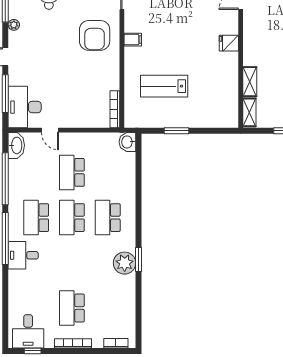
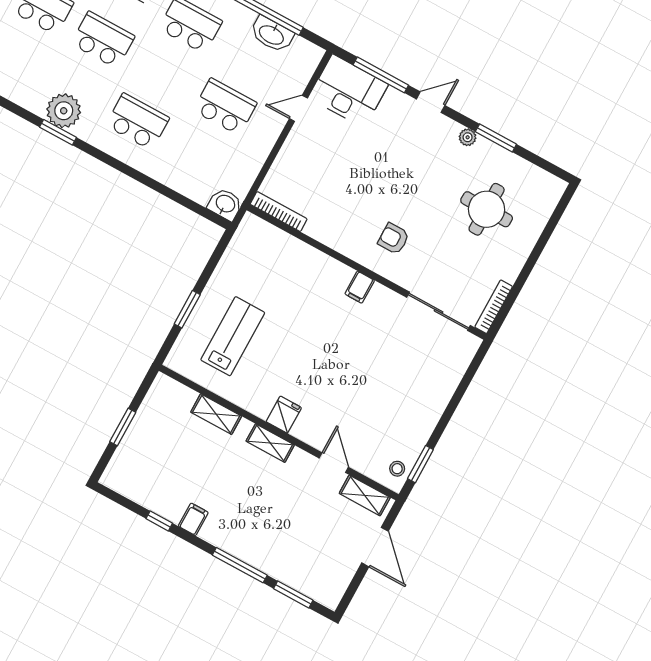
armchair: (95, 35) -> (394, 239), width x0.53, depth x0.53
lab bench: (164, 86) -> (233, 336), moved
shelving: (249, 112) -> (270, 443), moved
window: (177, 131) -> (187, 309), moved
washbasin: (16, 145) -> (272, 34), moved
school desk: (72, 218) -> (103, 40), moved

